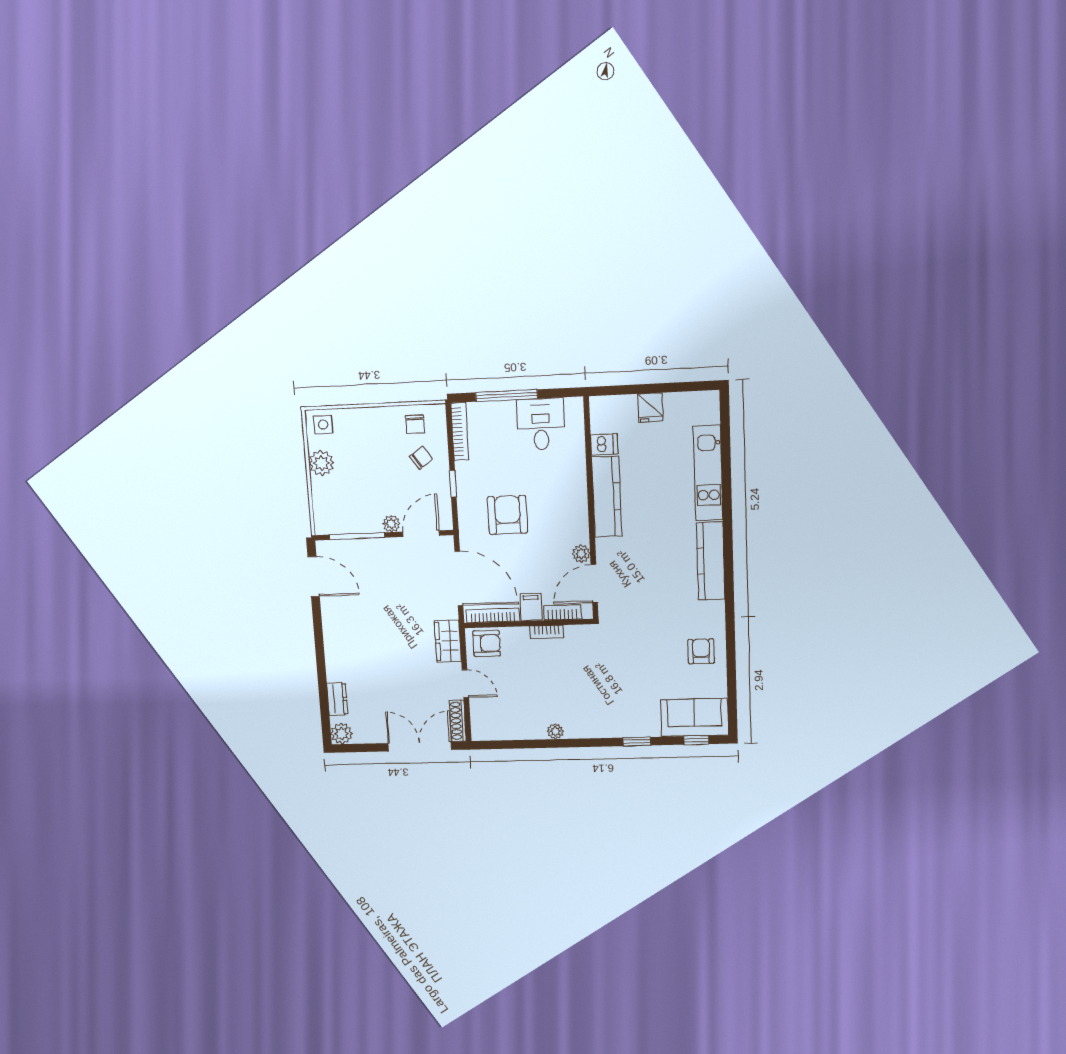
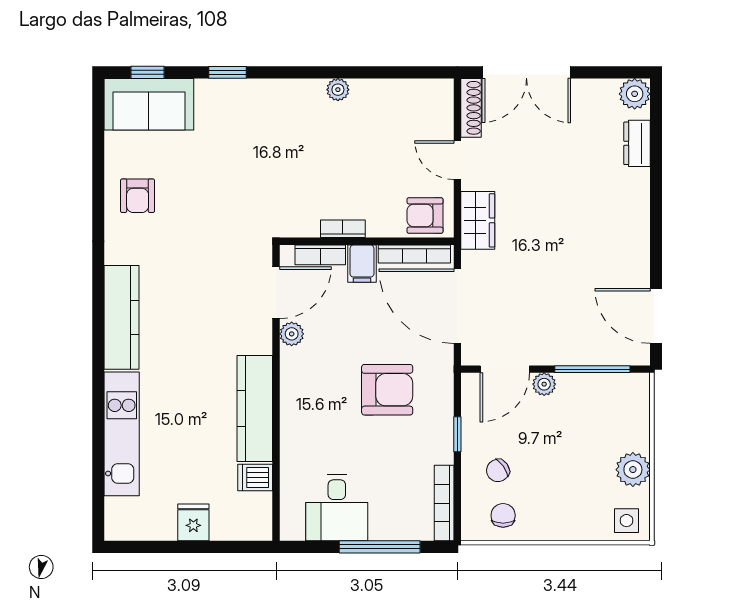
armchair: (507, 515) -> (387, 390), turned -90

